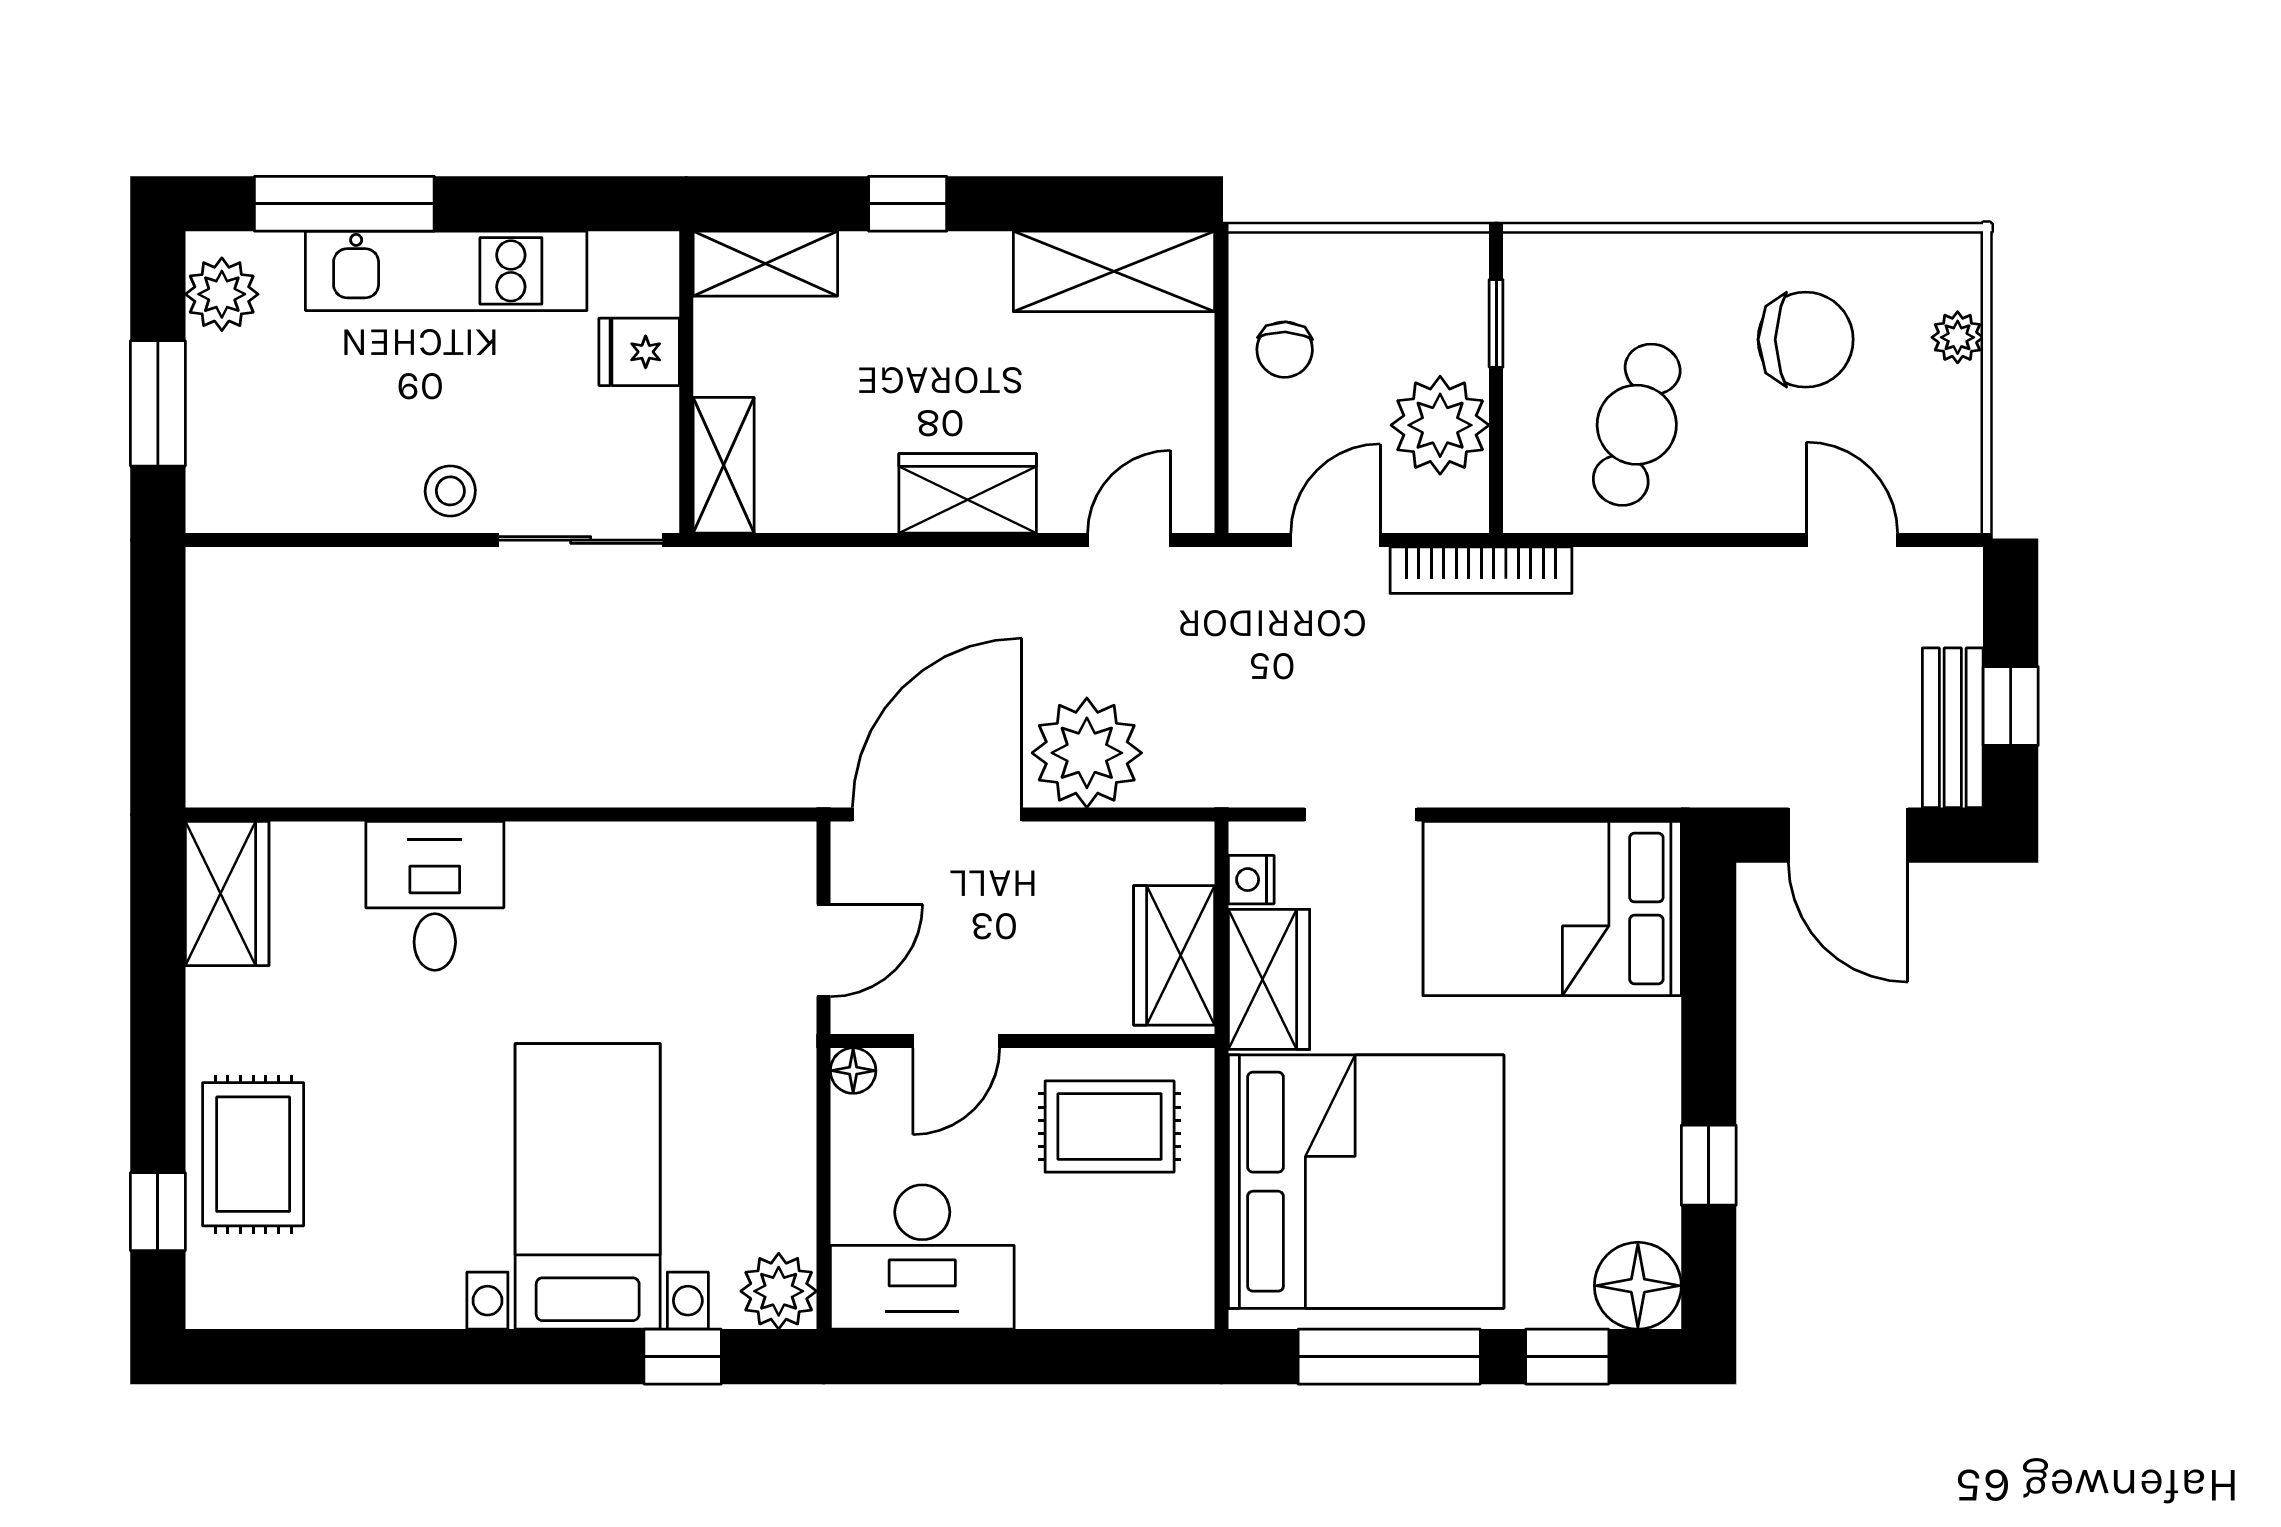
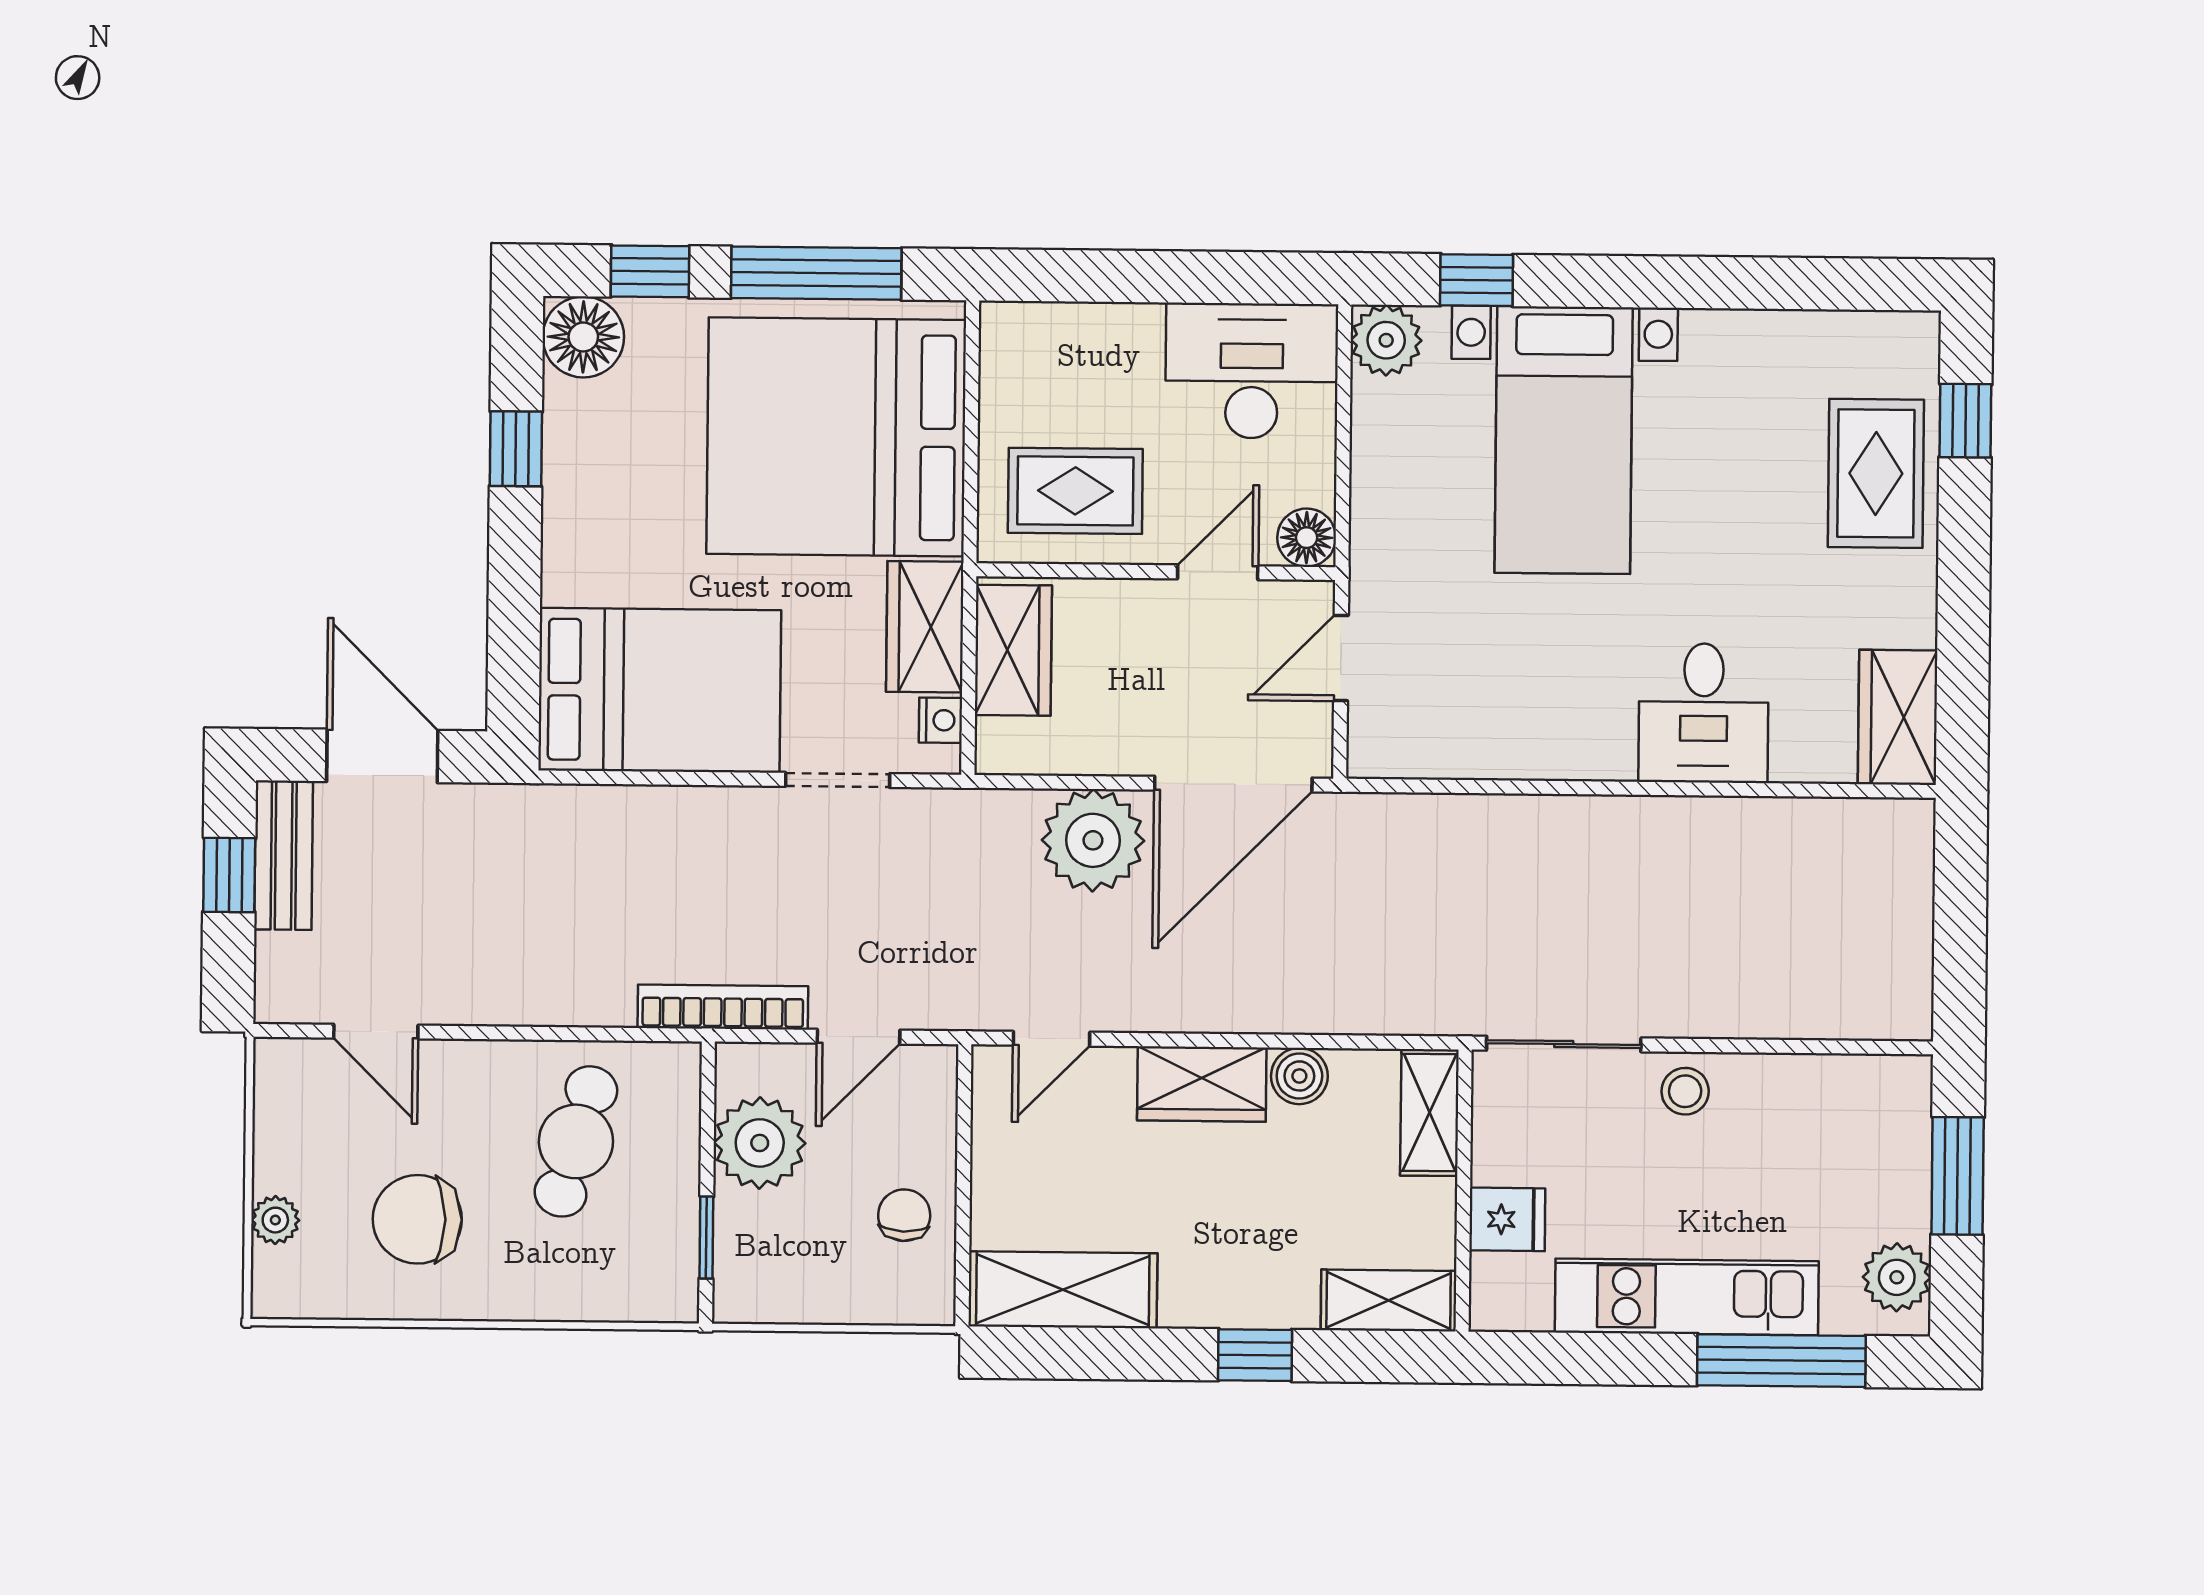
boiler: (863, 503) -> (1299, 1076), added
floor lamp: (853, 1071) -> (1307, 538), width x1.37, depth x1.37

